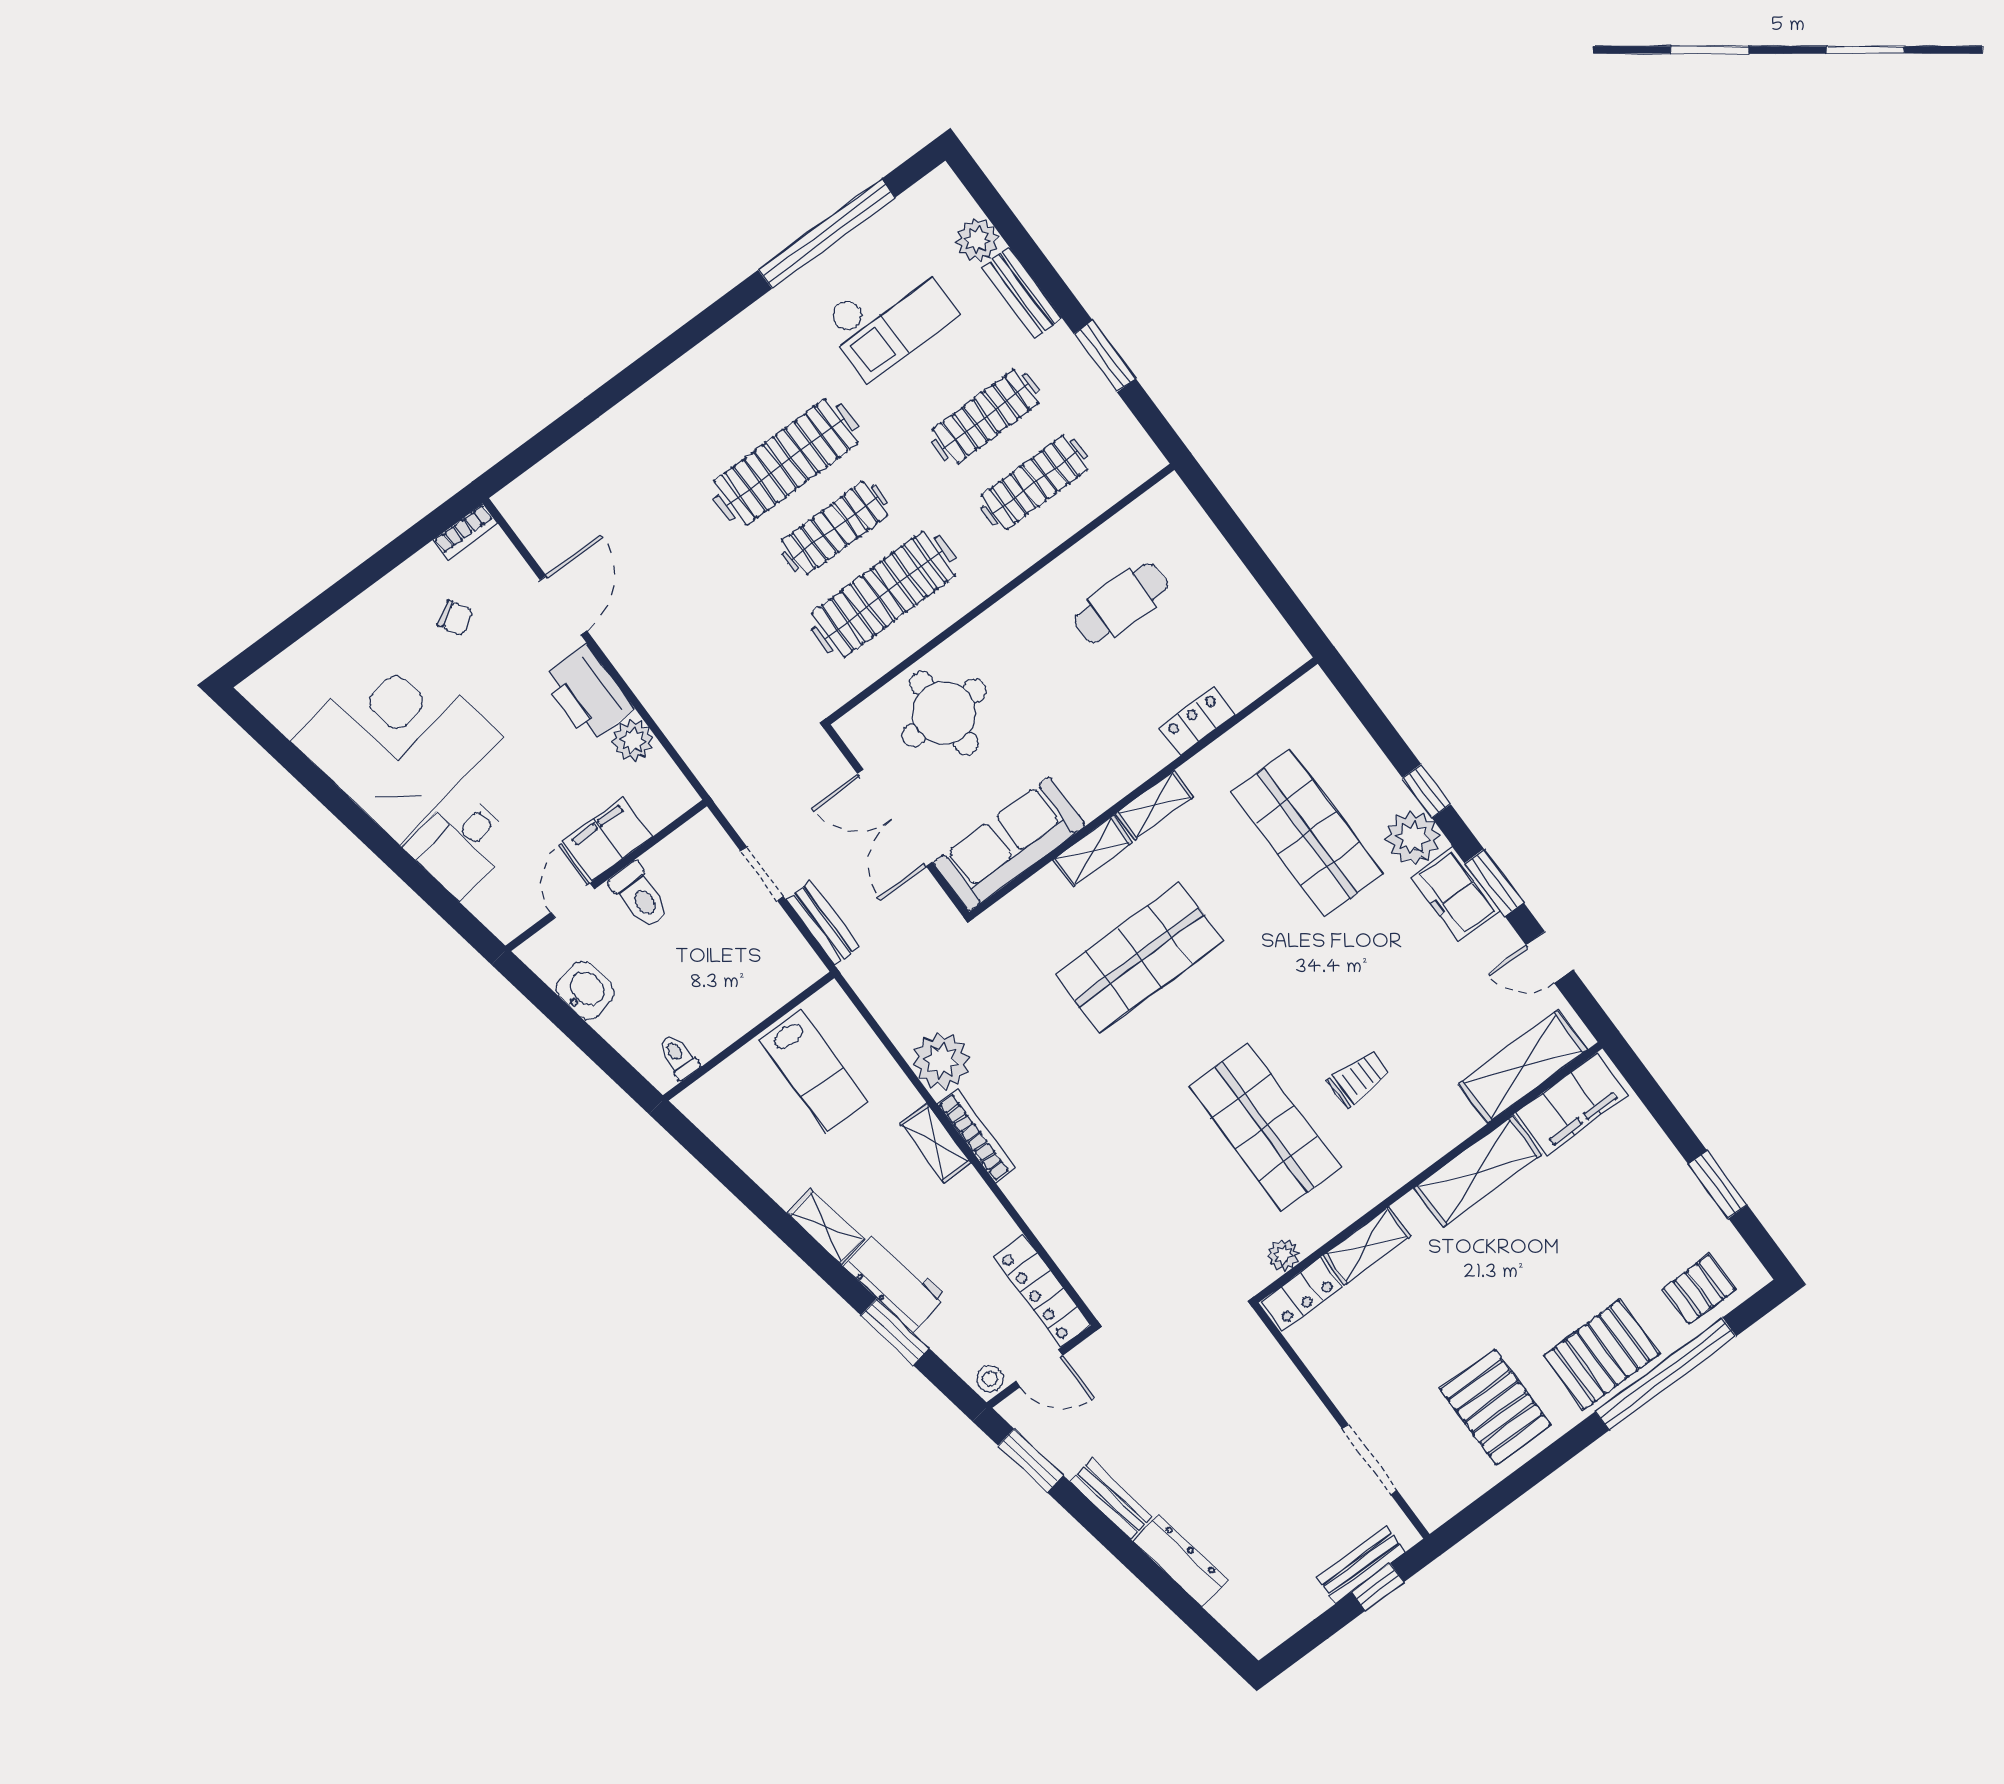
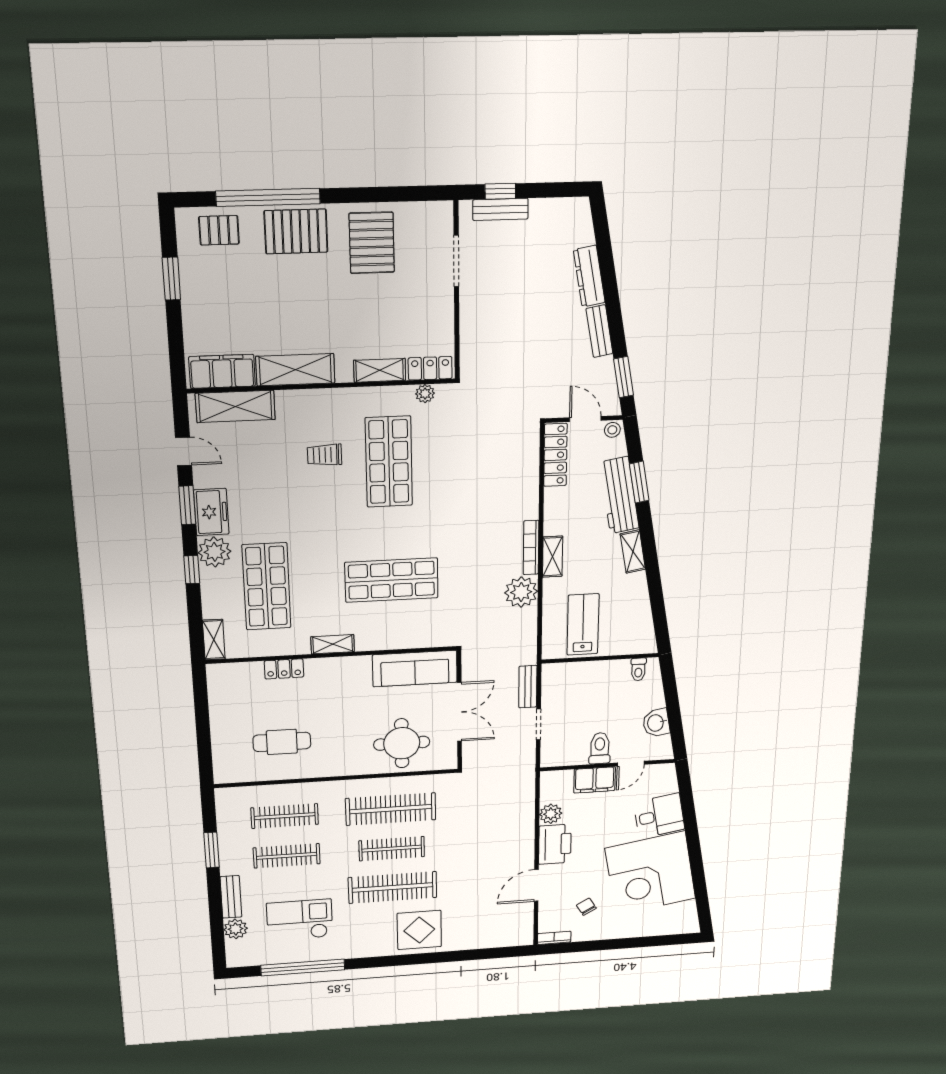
display table: (691, 413) -> (419, 930), added
shelving: (1093, 851) -> (214, 640), moved, turned 90
workbench: (896, 1282) -> (619, 495), width x1.38

